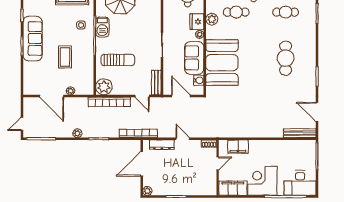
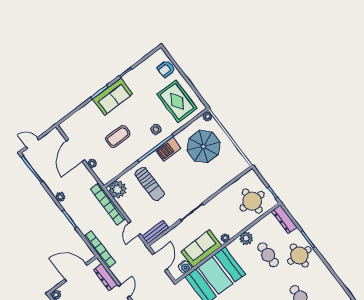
fridge: (197, 22) -> (234, 227), removed
sofa: (33, 39) -> (113, 97), width x0.73

